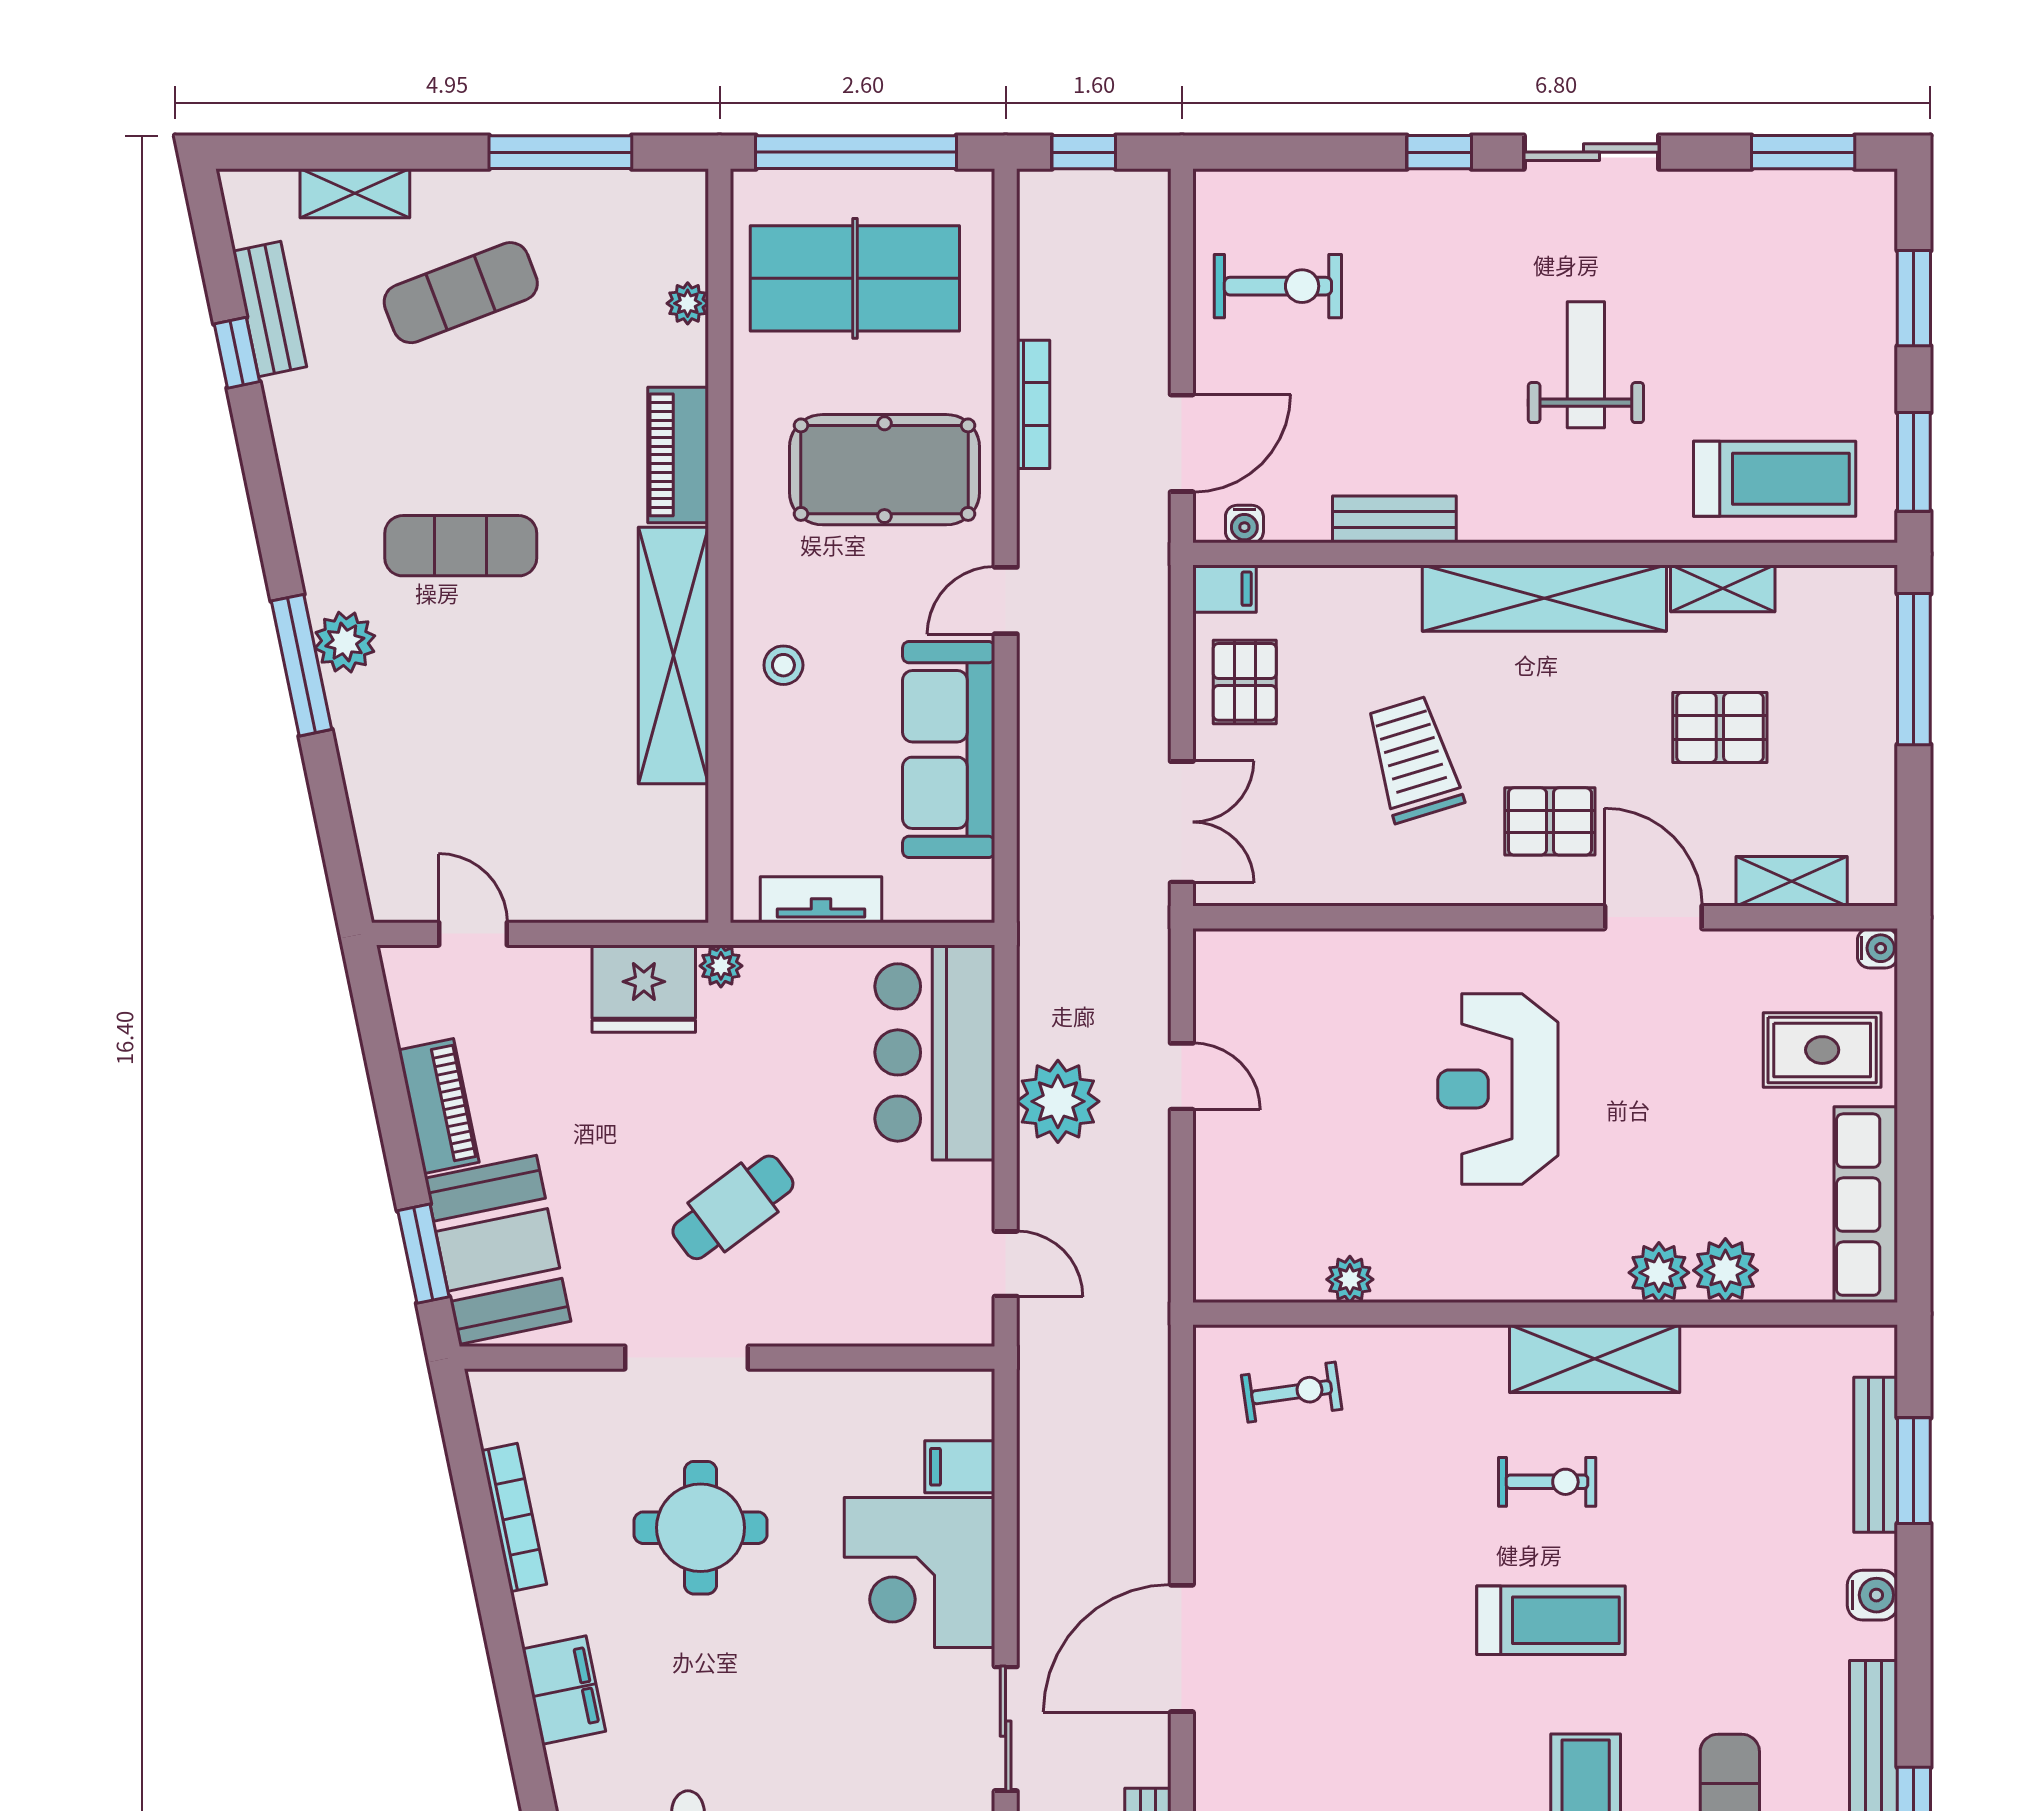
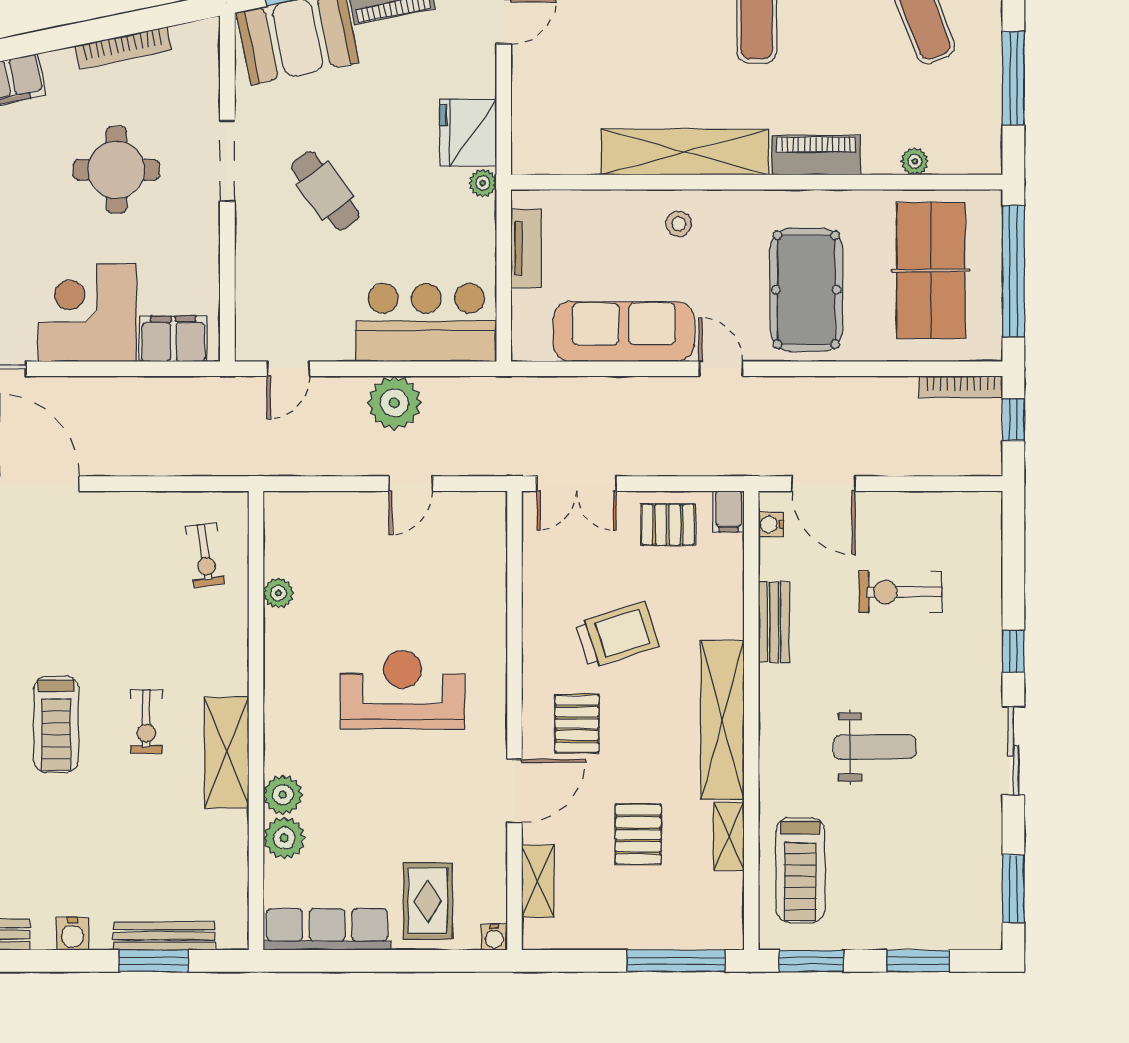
exercise bike: (1278, 286) -> (900, 592), moved, turned 90
bookcase: (1033, 404) -> (961, 387), moved
filing cabinet: (960, 1467) -> (173, 339), width x2.00

